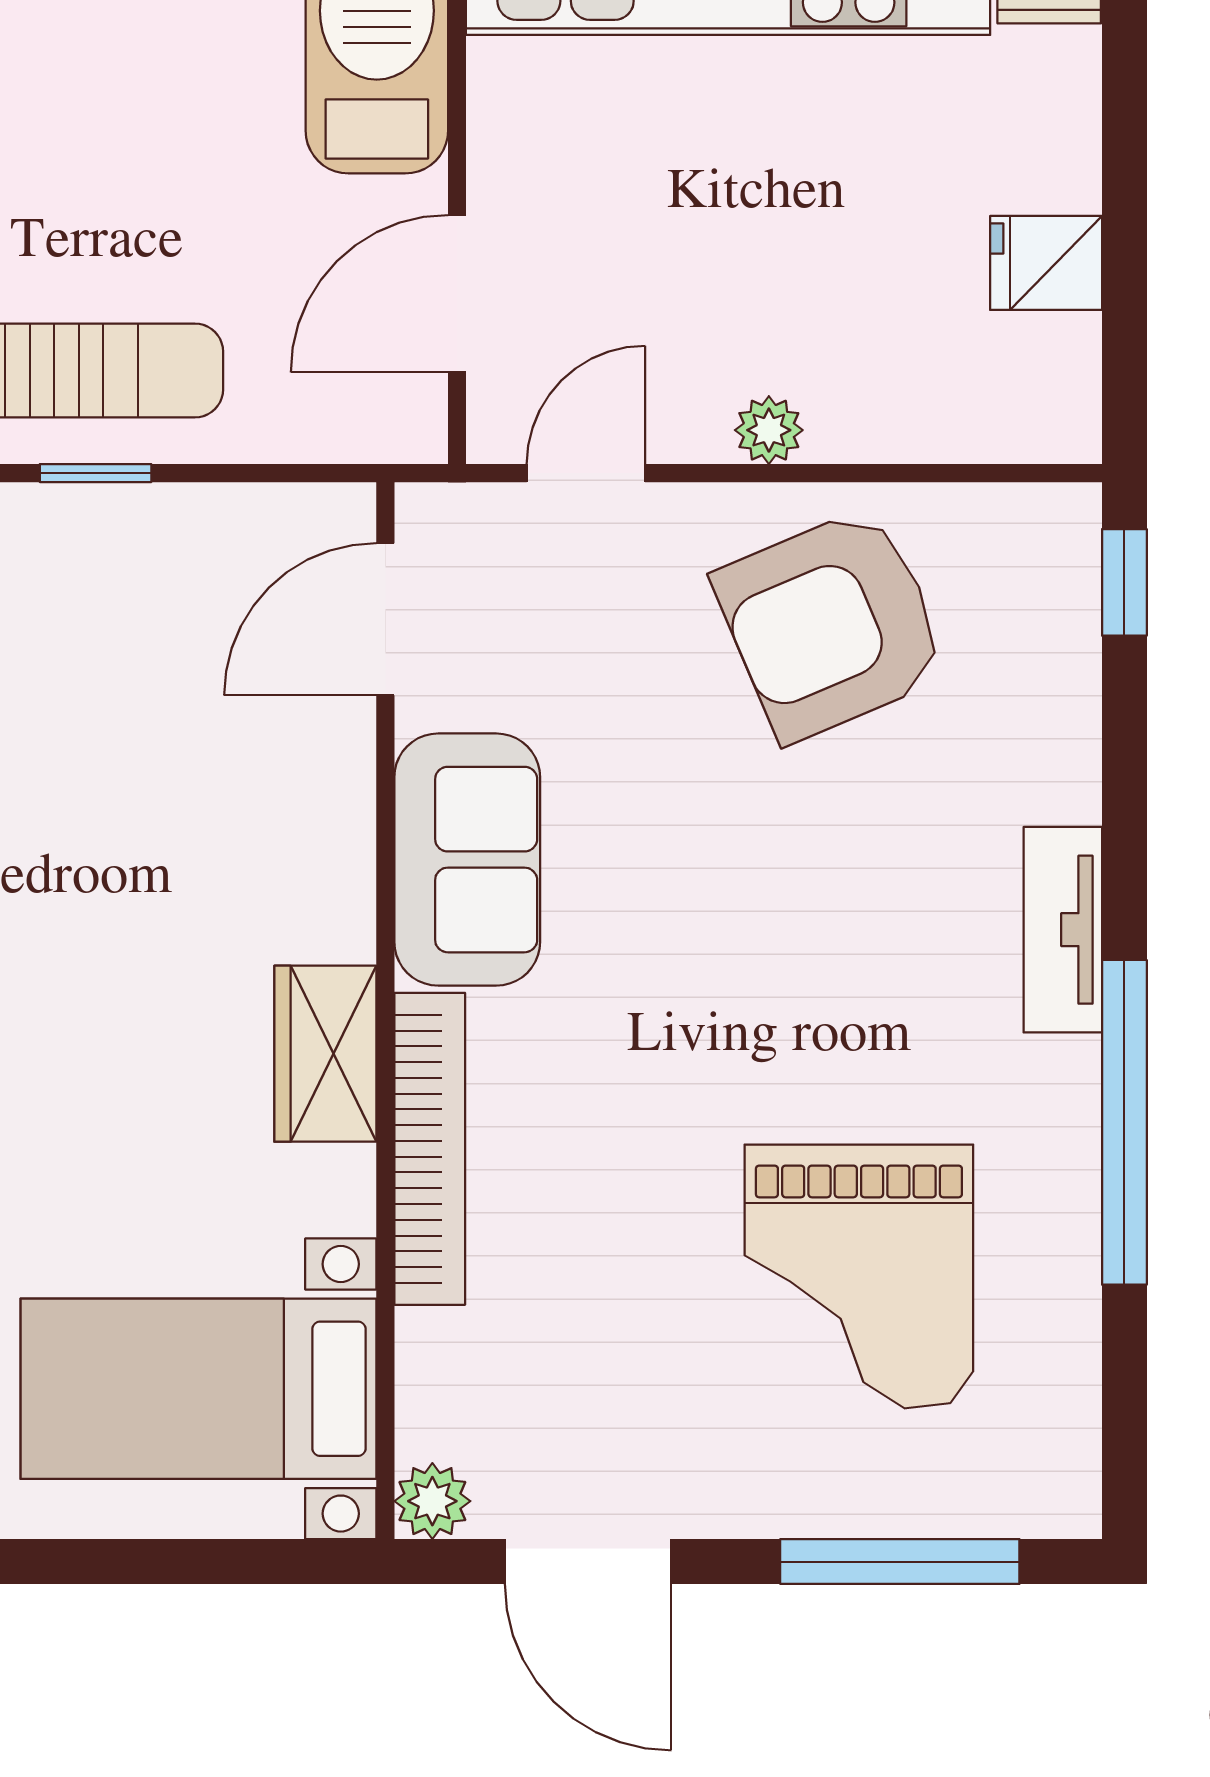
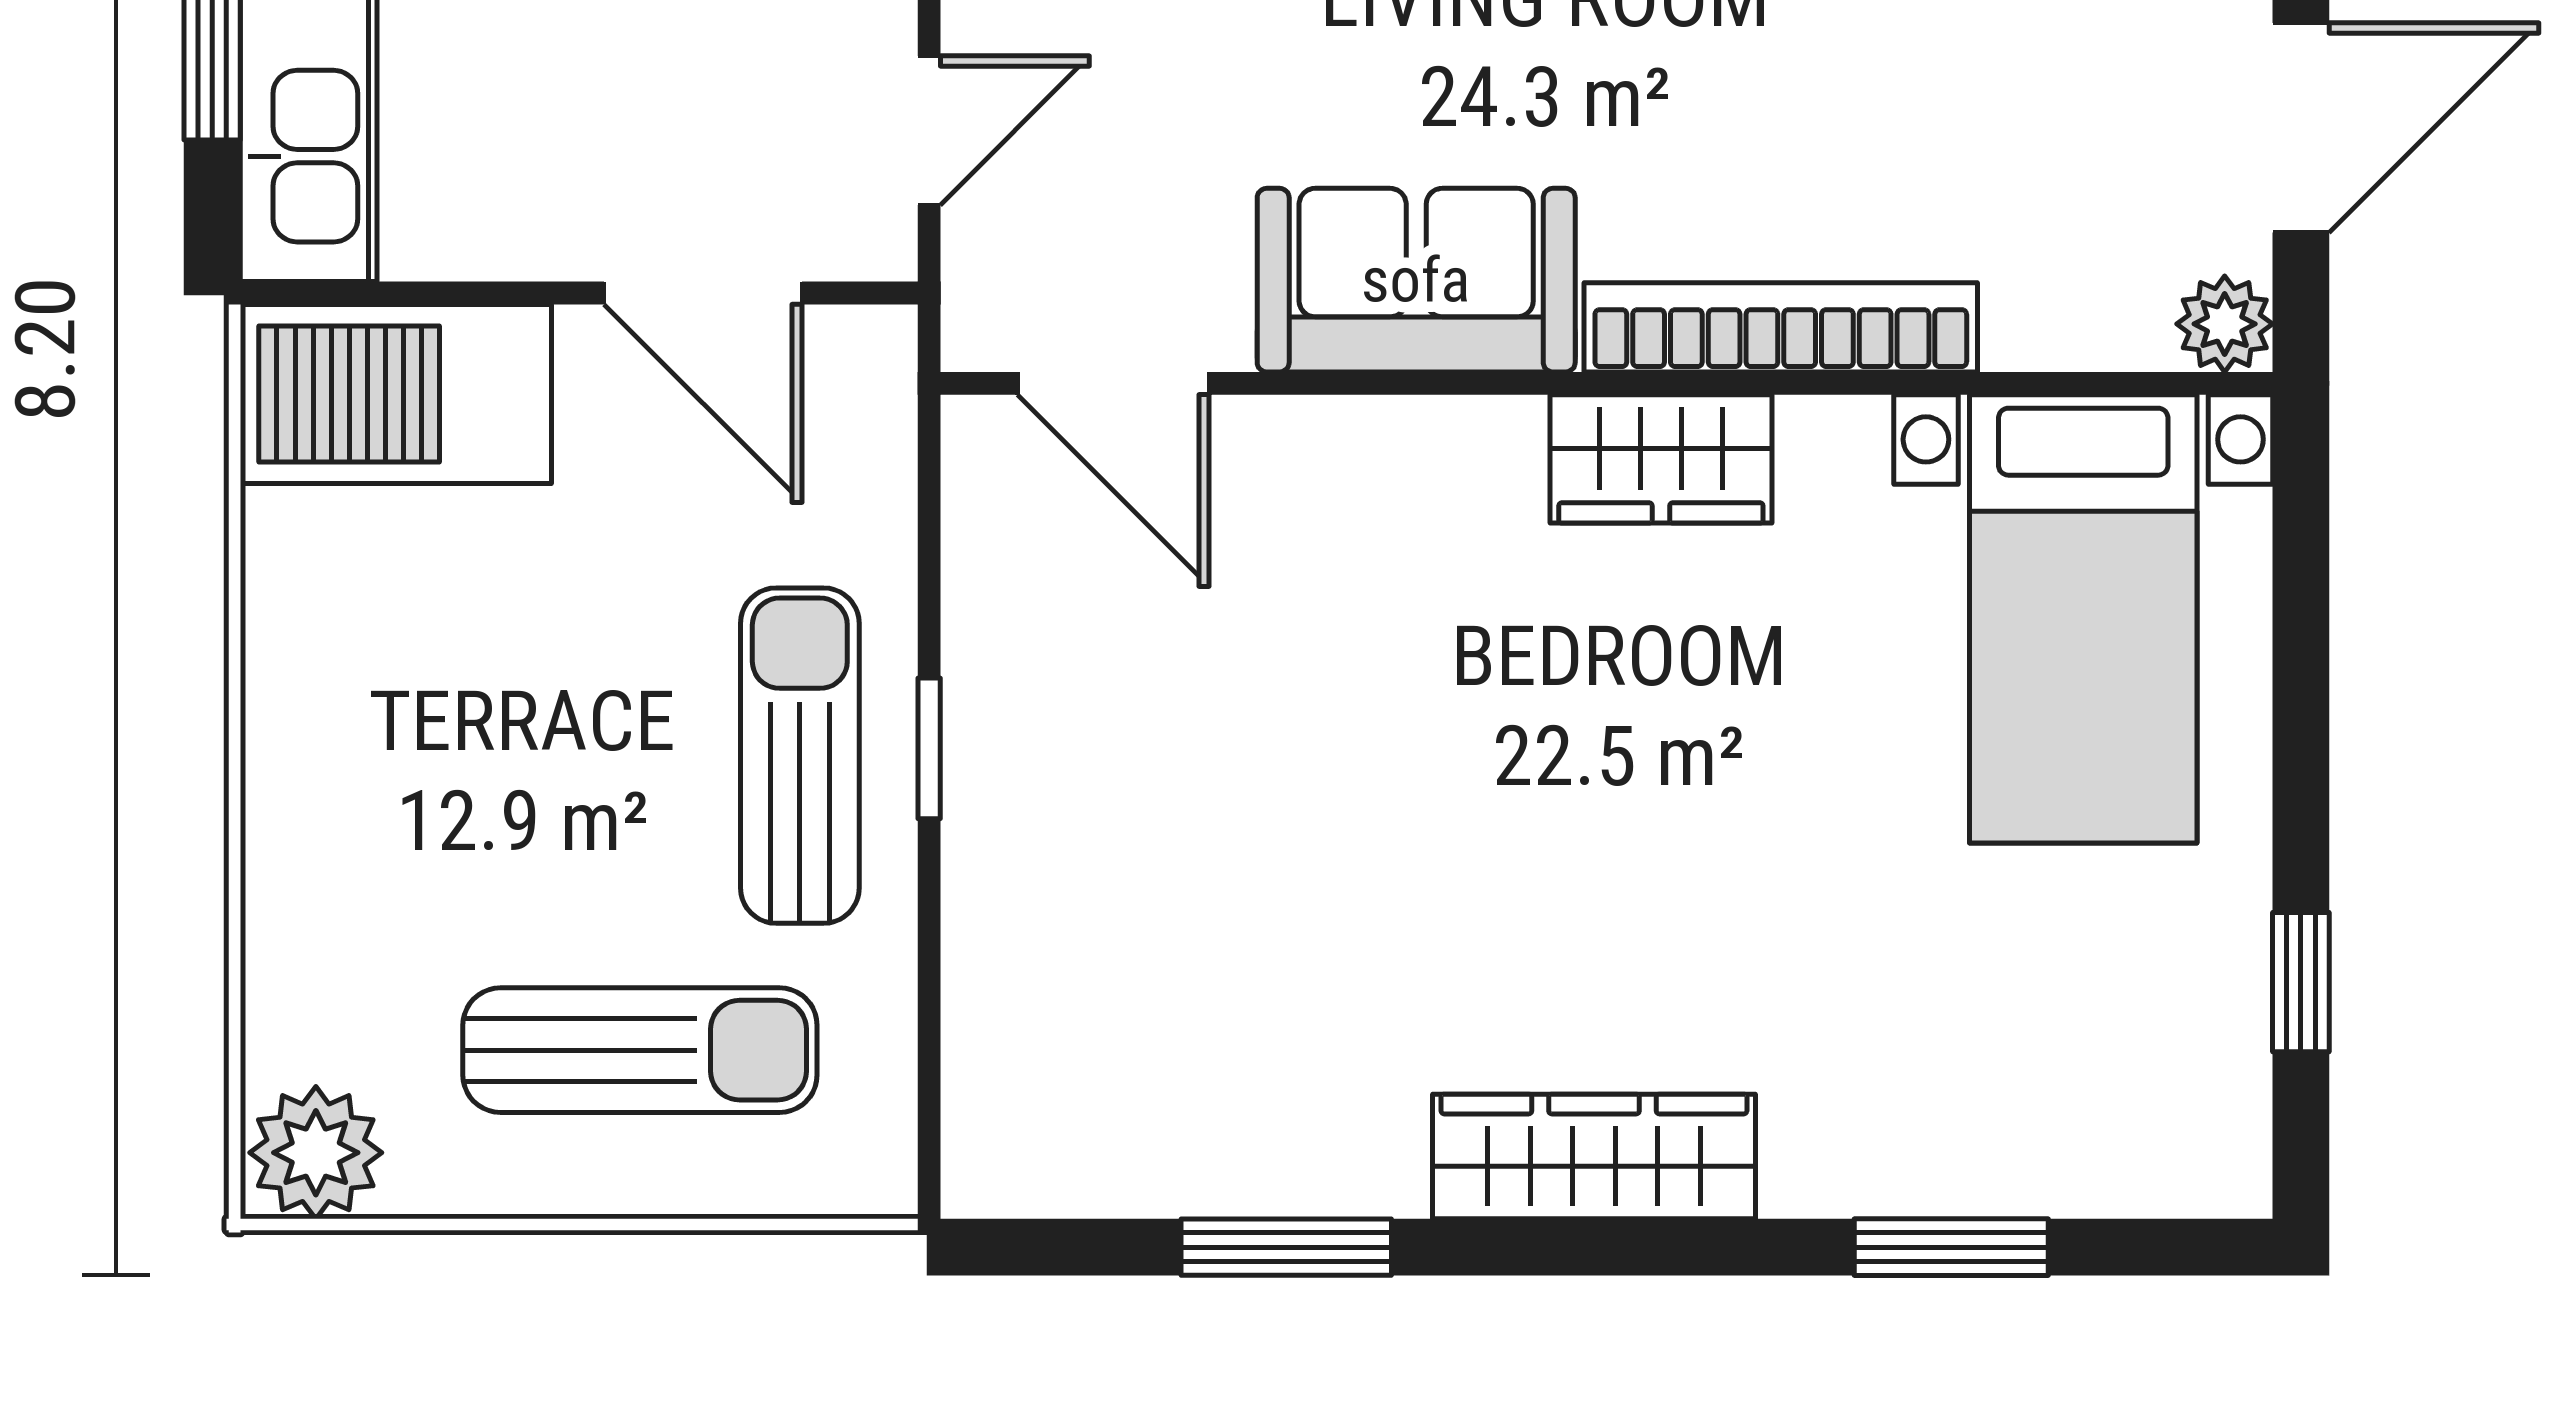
door: (586, 473) -> (929, 130), swing flipped

